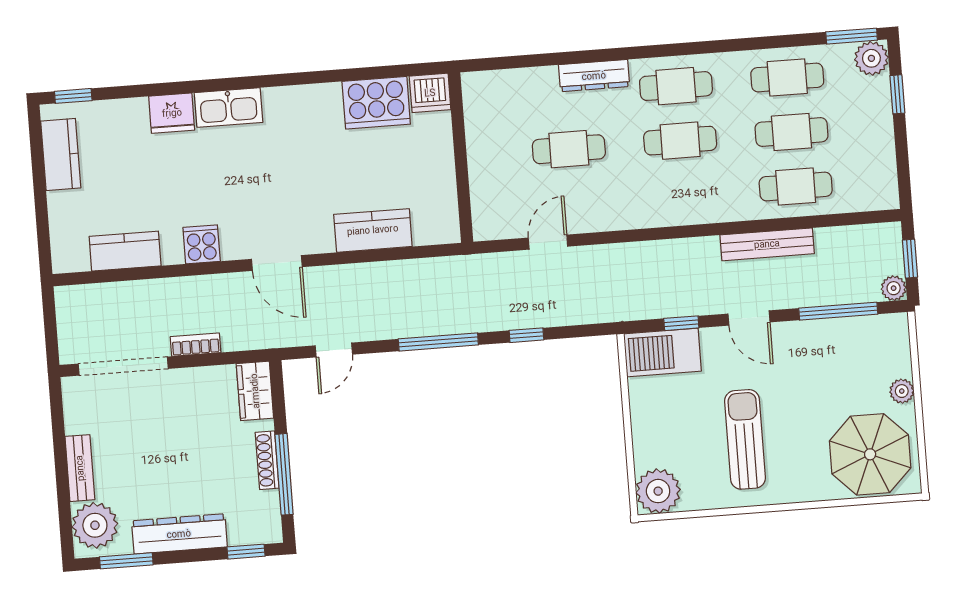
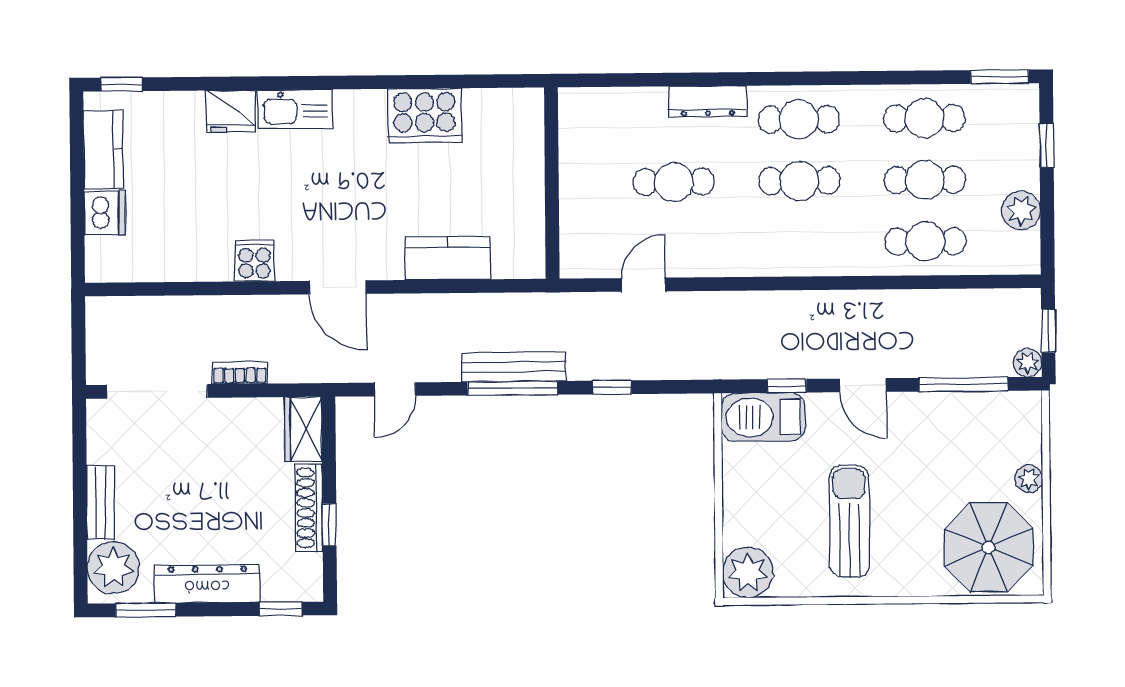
plant: (871, 58) -> (1021, 211), moved
dishwasher: (430, 93) -> (105, 213), moved, turned -90
cooker: (376, 103) -> (424, 116), moved
bench: (767, 244) -> (514, 367), moved
kitchen counter: (125, 251) -> (168, 262), removed
shoe rack: (267, 460) -> (309, 508), width x1.36, depth x1.24
window: (284, 474) -> (329, 525), width x0.46

